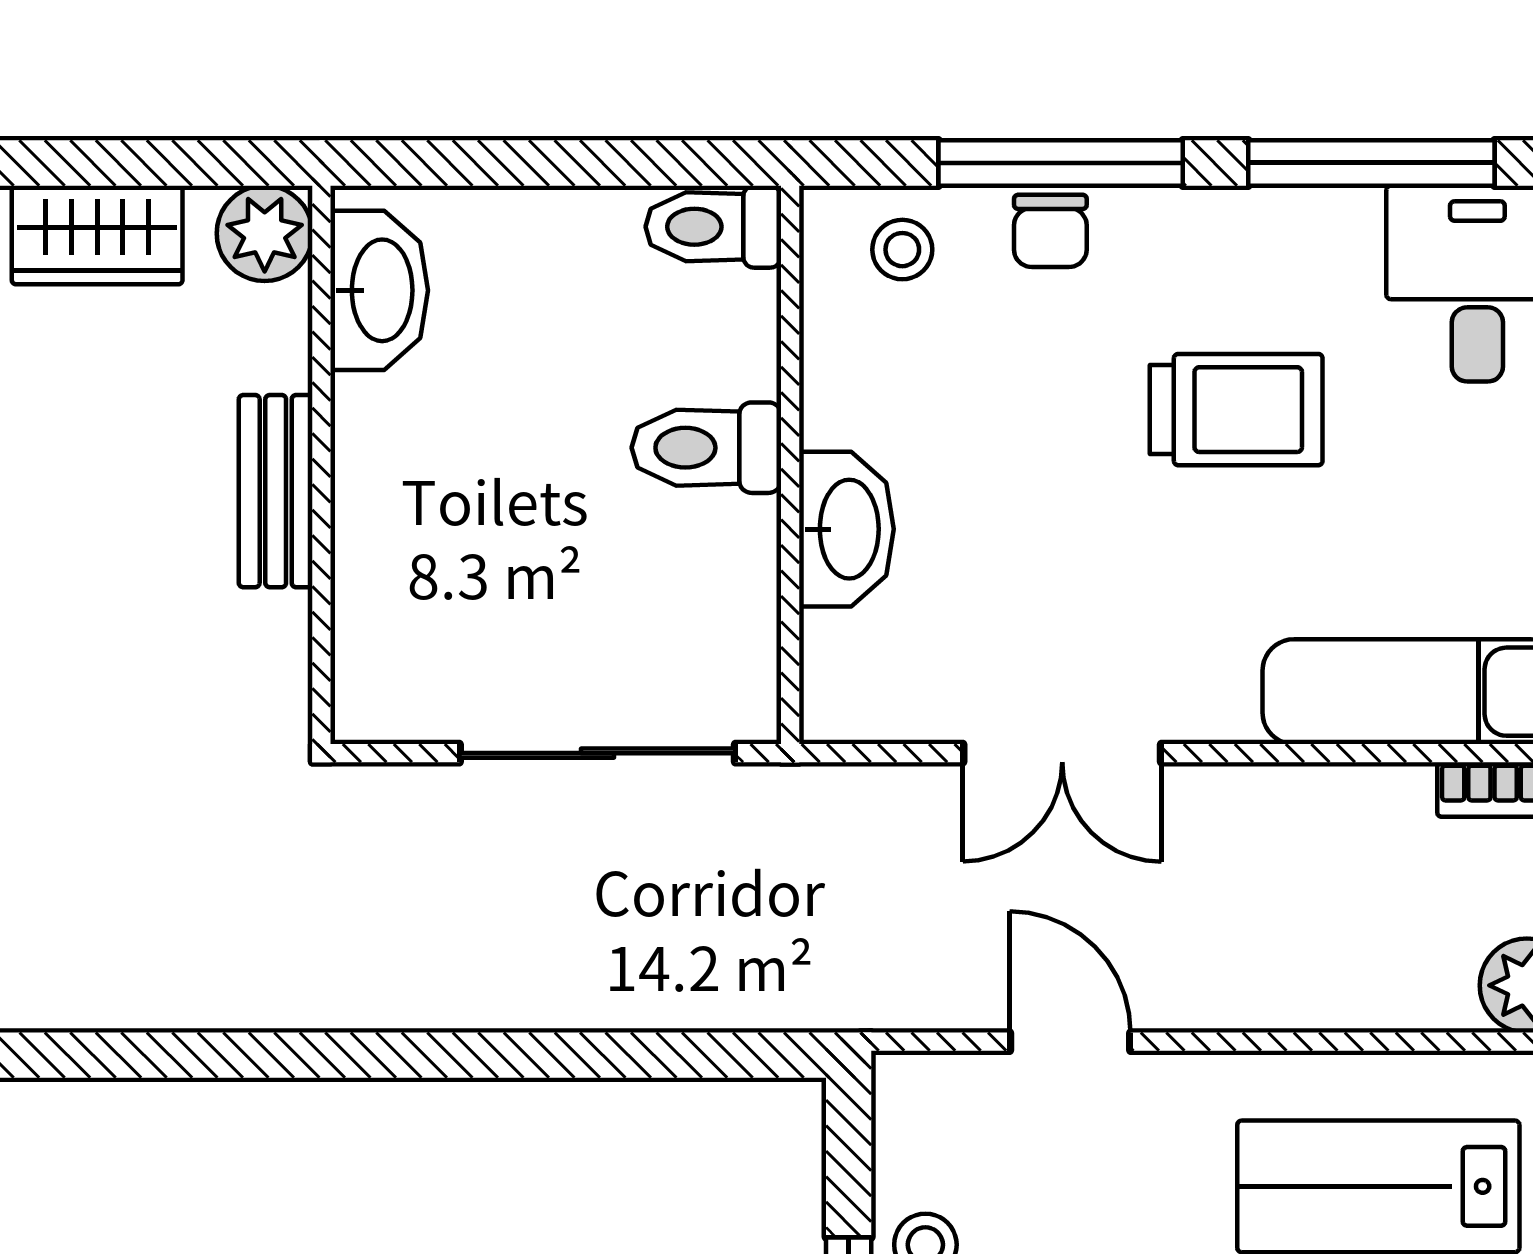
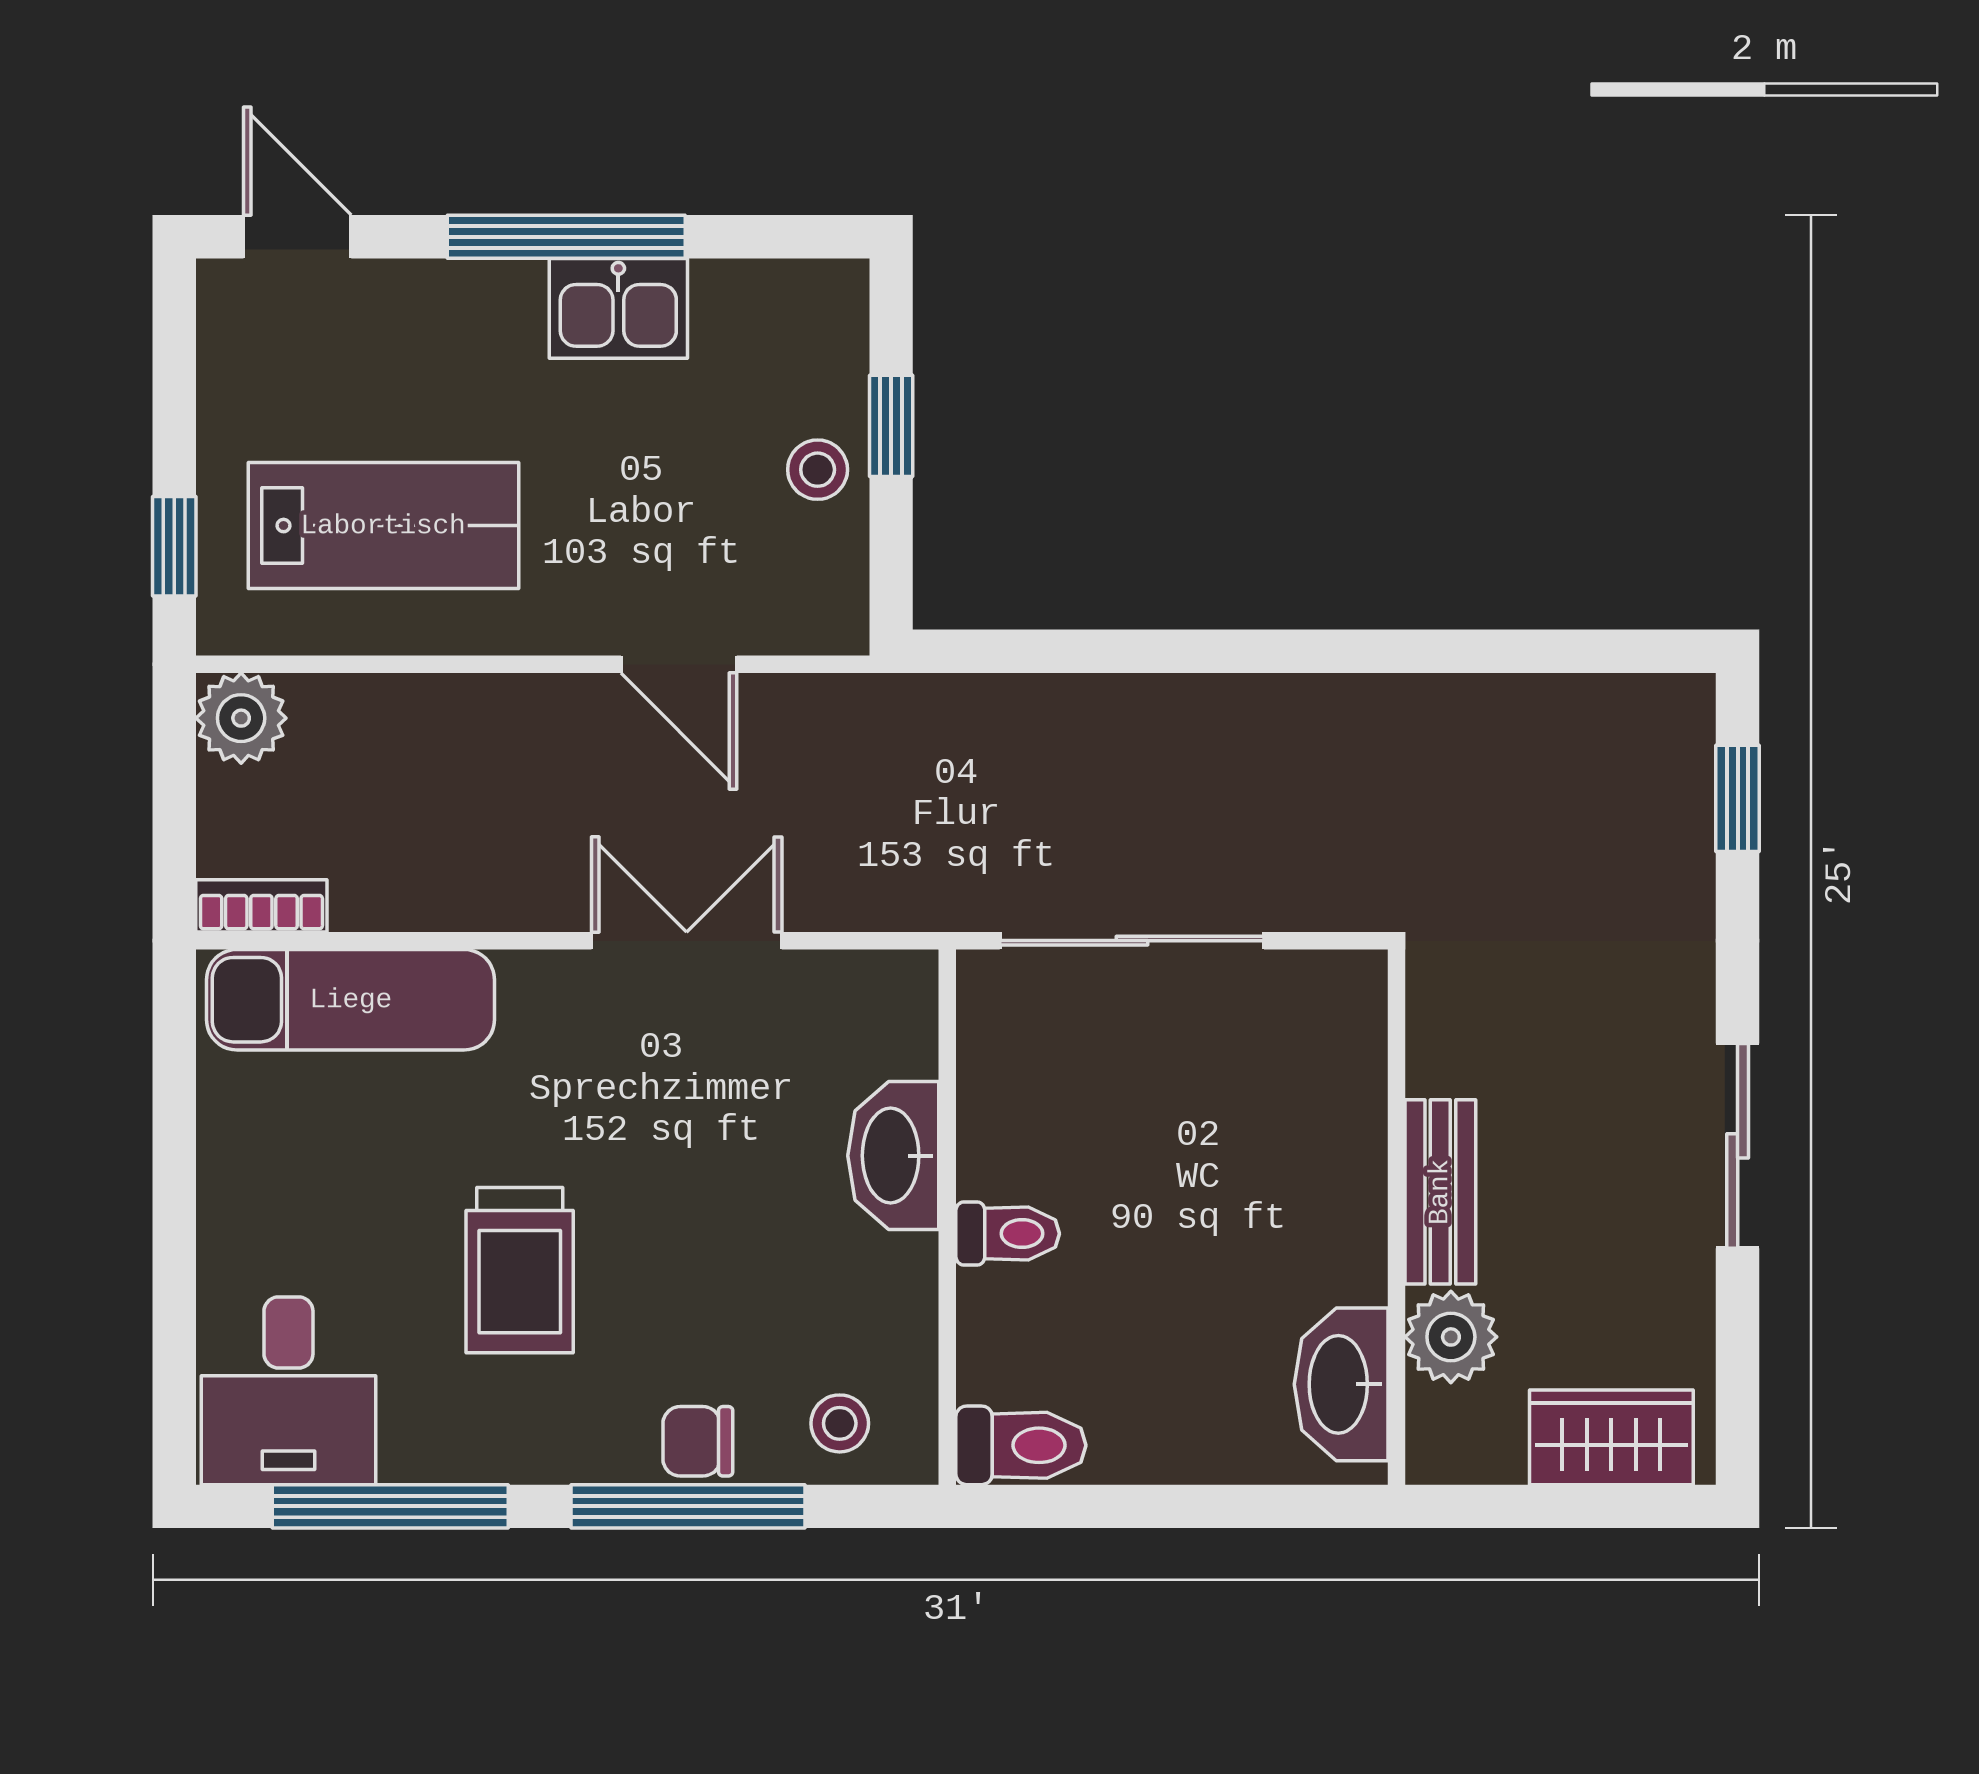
chair: (1050, 231) -> (698, 1441), turned -90
plant: (265, 233) -> (1451, 1337), moved
trolley: (1236, 410) -> (520, 1270), turned -90
toilet: (706, 448) -> (1008, 1234), width x0.73, depth x0.72

